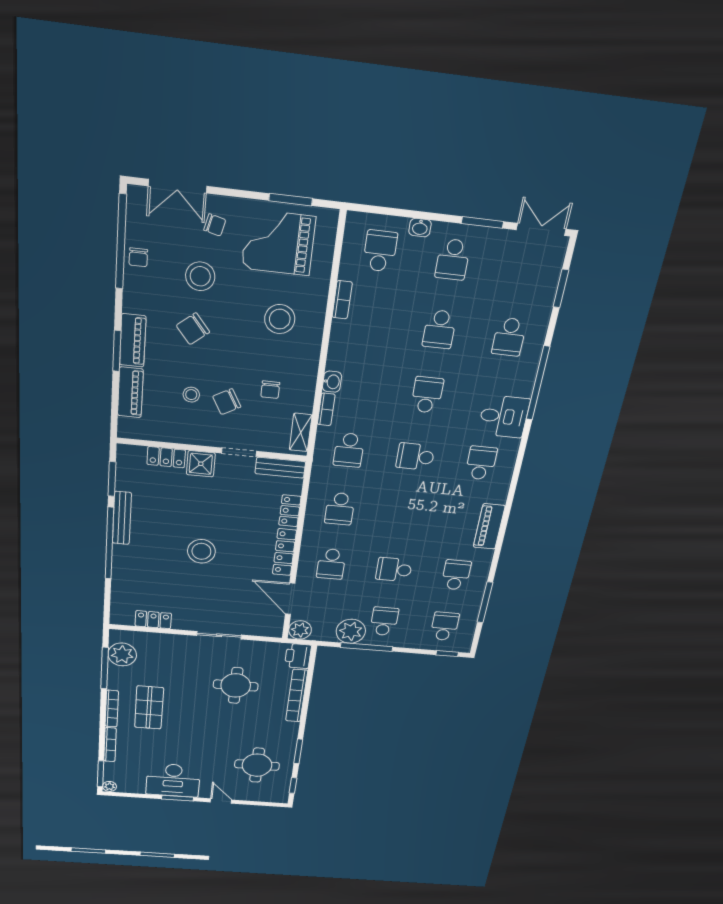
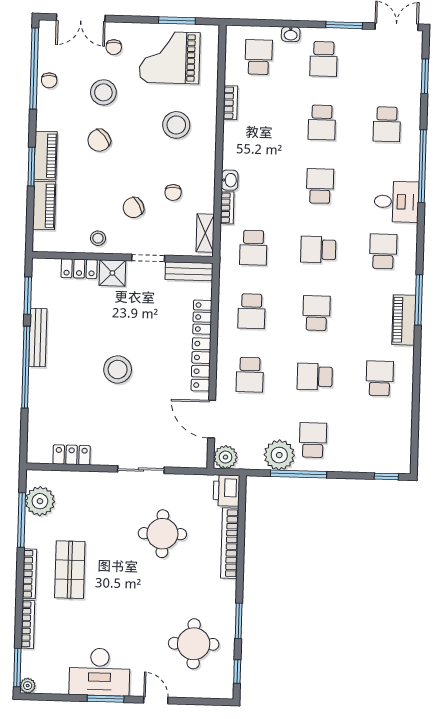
chair: (215, 225) -> (114, 47), turned 76
stool: (191, 395) -> (98, 238), moved
window: (485, 602) -> (419, 300), moved
school desk: (445, 626) -> (316, 313), moved

